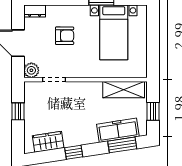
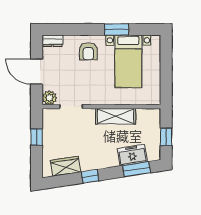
armchair: (65, 36) -> (88, 51), moved, turned 90
shelving: (124, 90) -> (116, 116), moved
freezer: (118, 130) -> (132, 155), width x0.71

